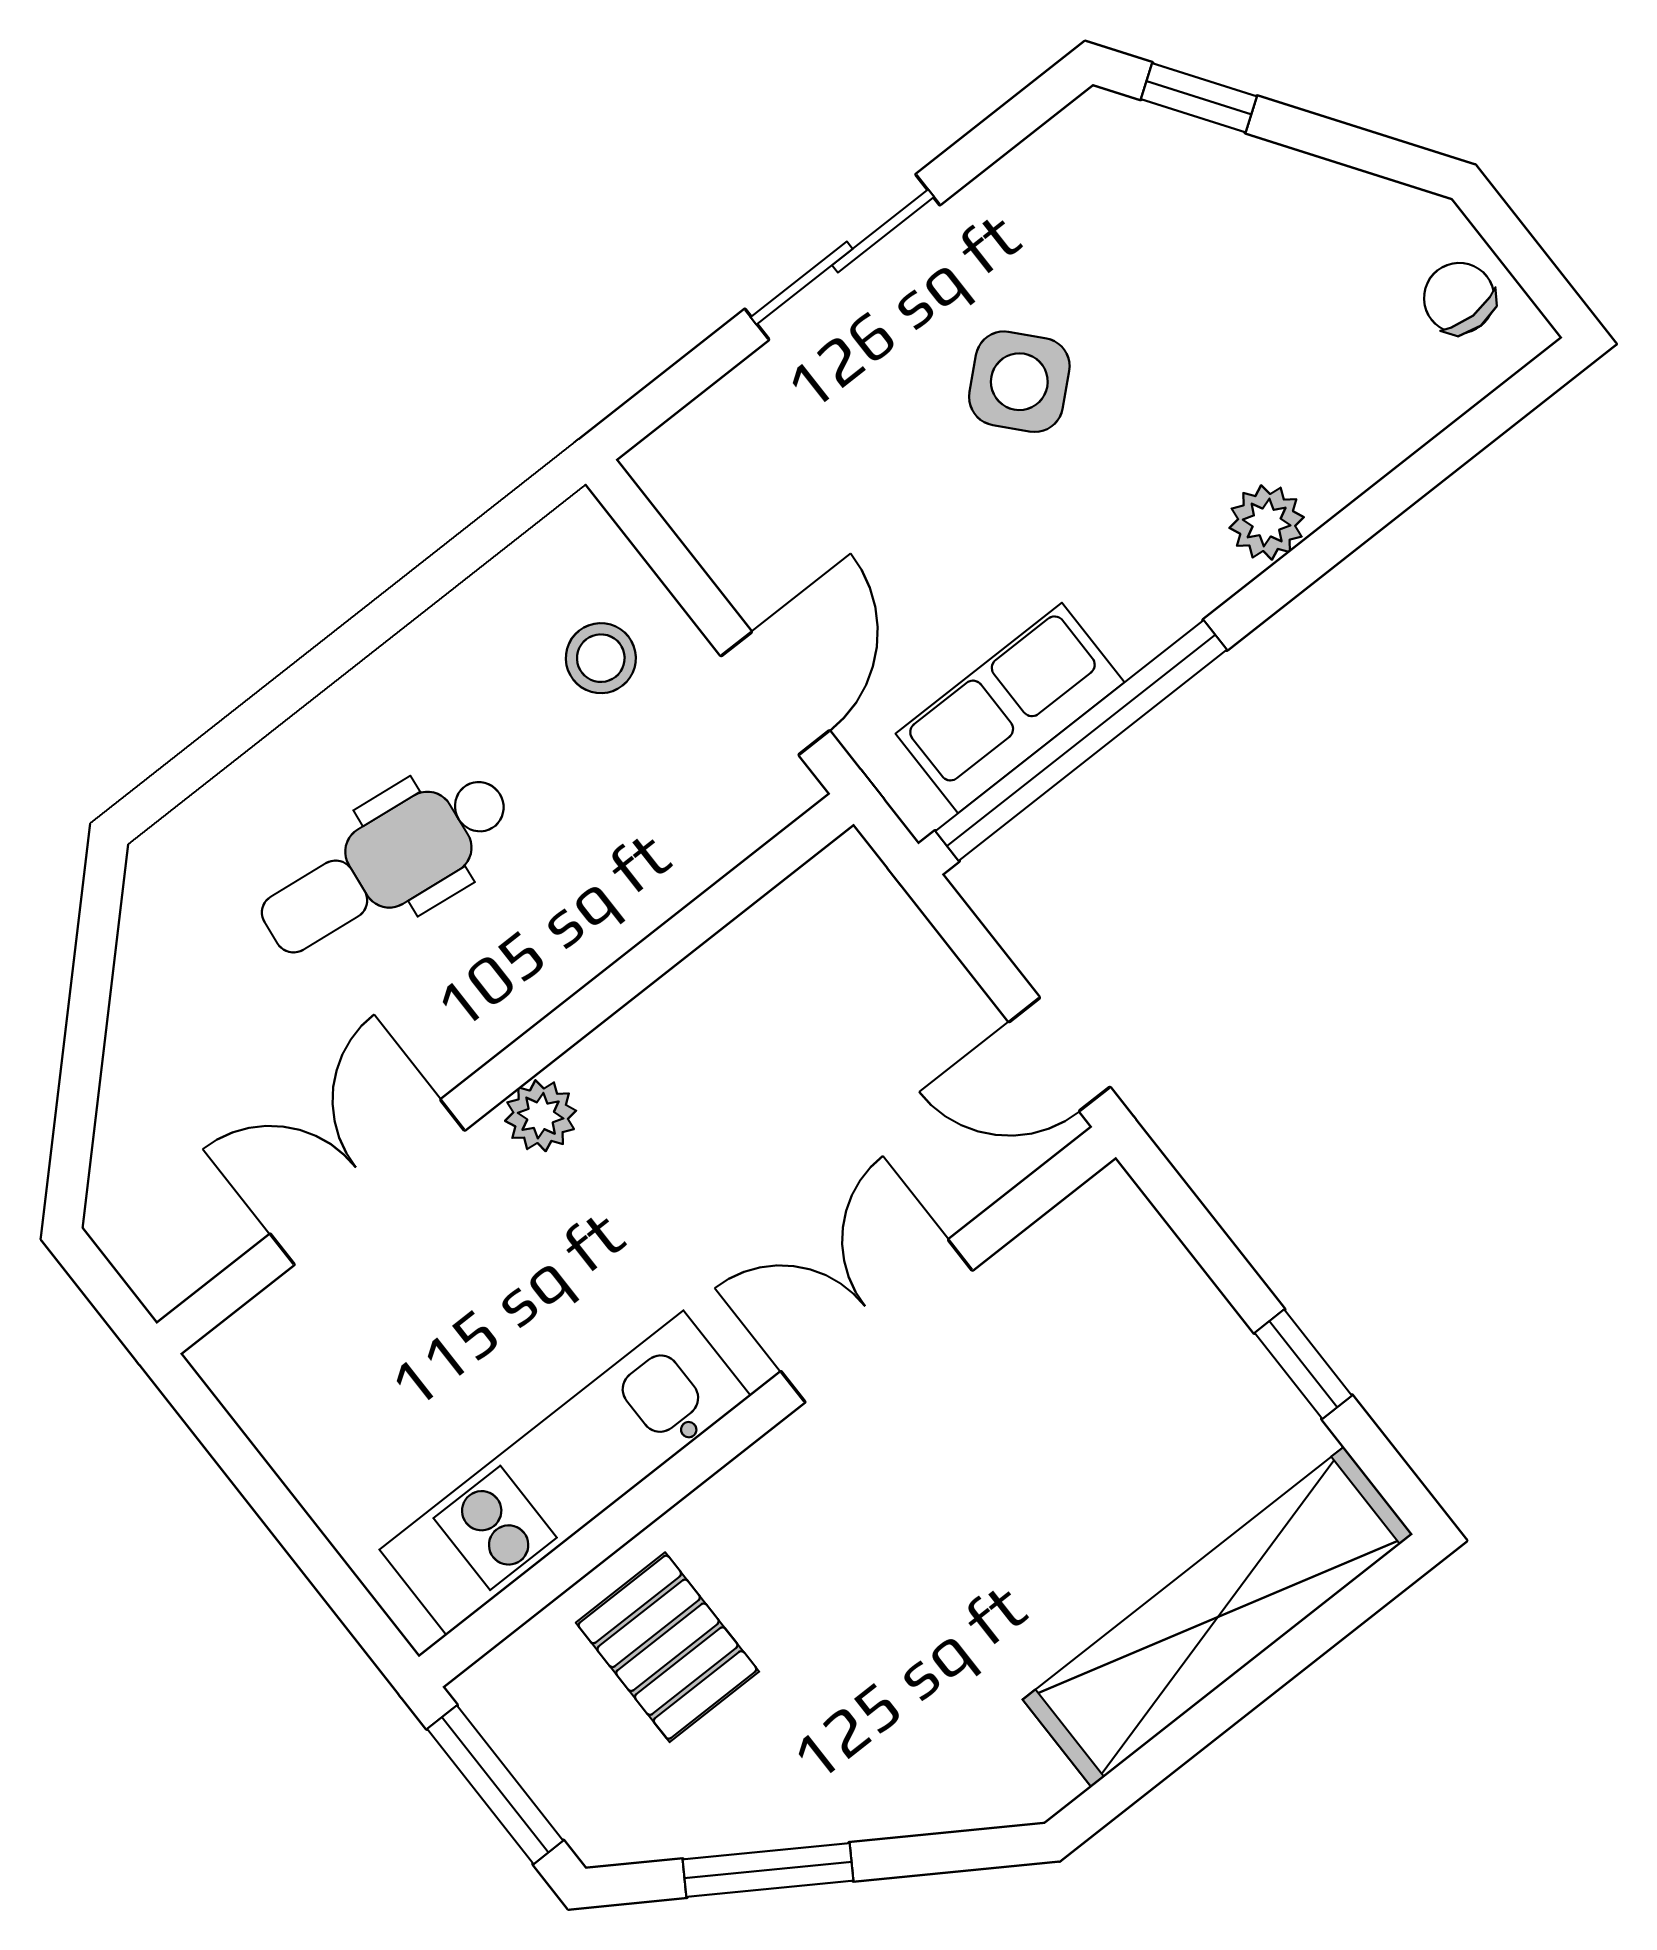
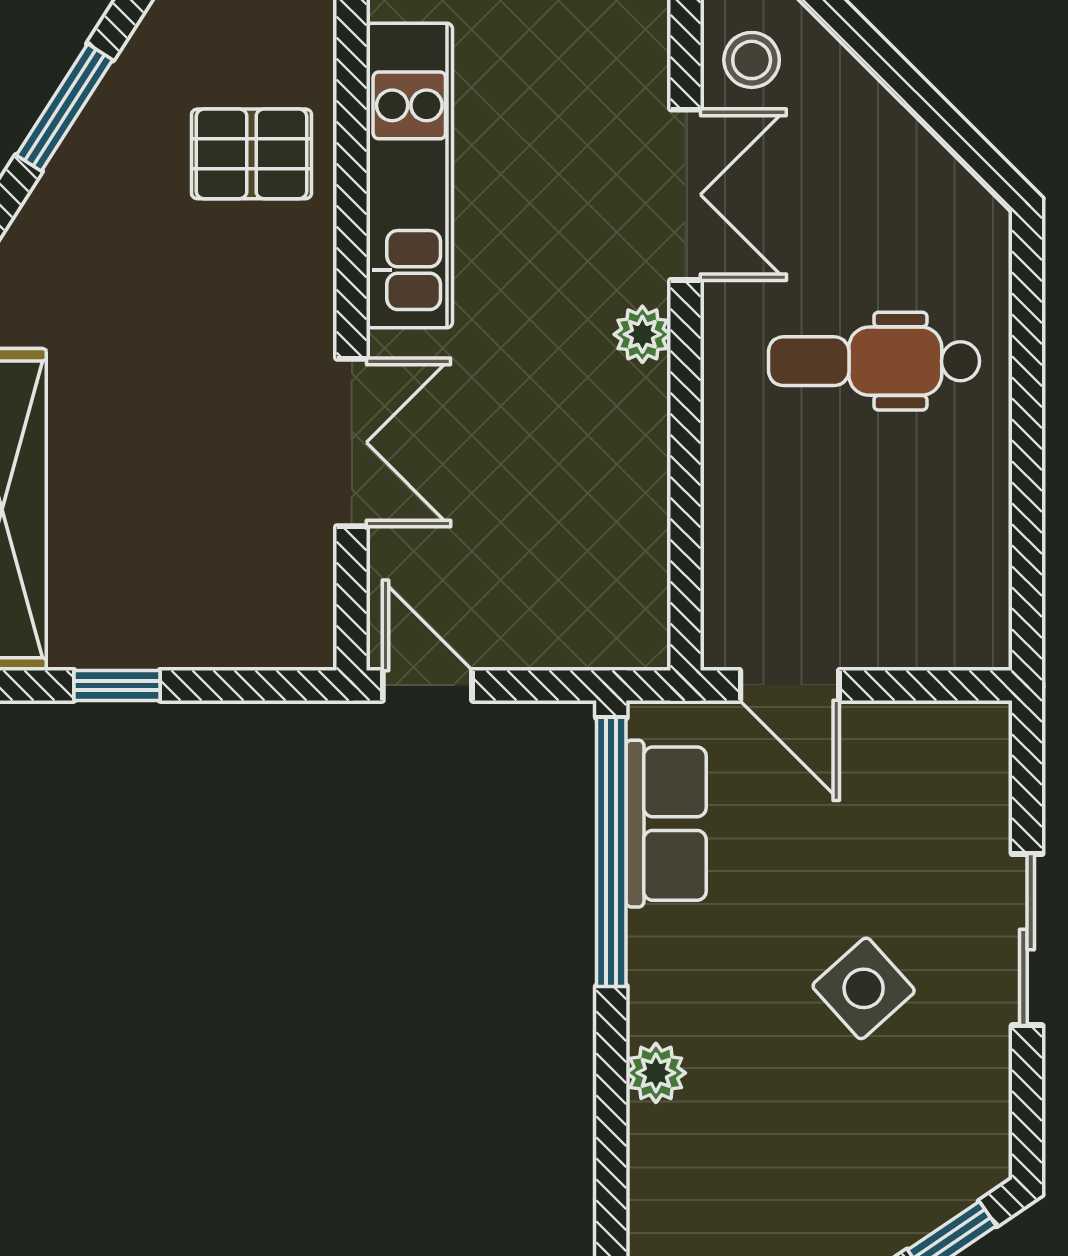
stool: (601, 658) -> (752, 60), moved
dental chair: (385, 864) -> (874, 361), turned -97
door: (1060, 1054) -> (427, 685), hinge flipped

